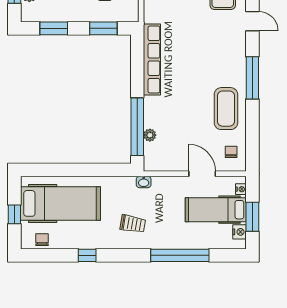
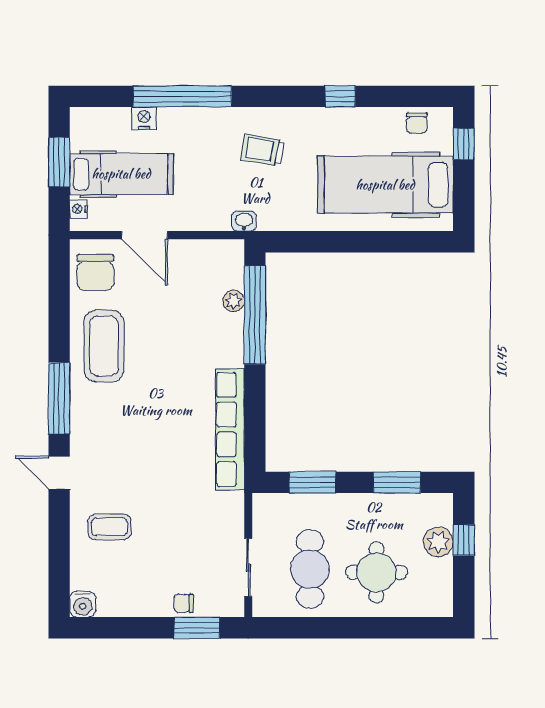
door: (252, 21) -> (59, 473), moved
chair: (231, 152) -> (95, 272), width x1.87, depth x1.87
window: (14, 214) -> (464, 144), moved
nightstand: (239, 232) -> (144, 118), moved, turned 90

